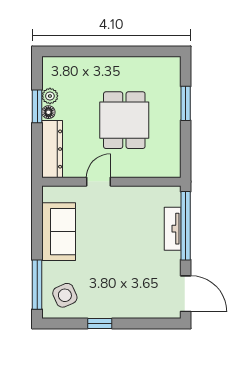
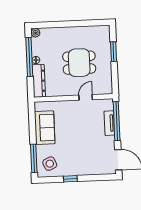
plant: (50, 96) -> (36, 33), moved
window: (37, 106) -> (29, 57), width x2.11
dining table: (124, 120) -> (79, 63), turned 90
door: (98, 182) -> (86, 97), moved

